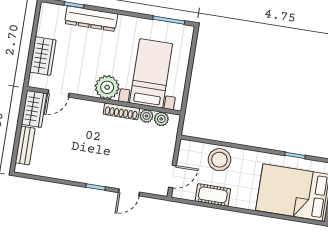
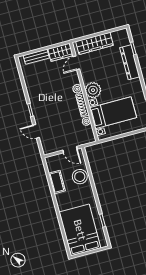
wardrobe: (43, 56) -> (94, 43), width x1.50
door: (59, 93) -> (76, 63), hinge flipped
plant: (161, 119) -> (77, 89), moved
door: (173, 177) -> (70, 150), moved

